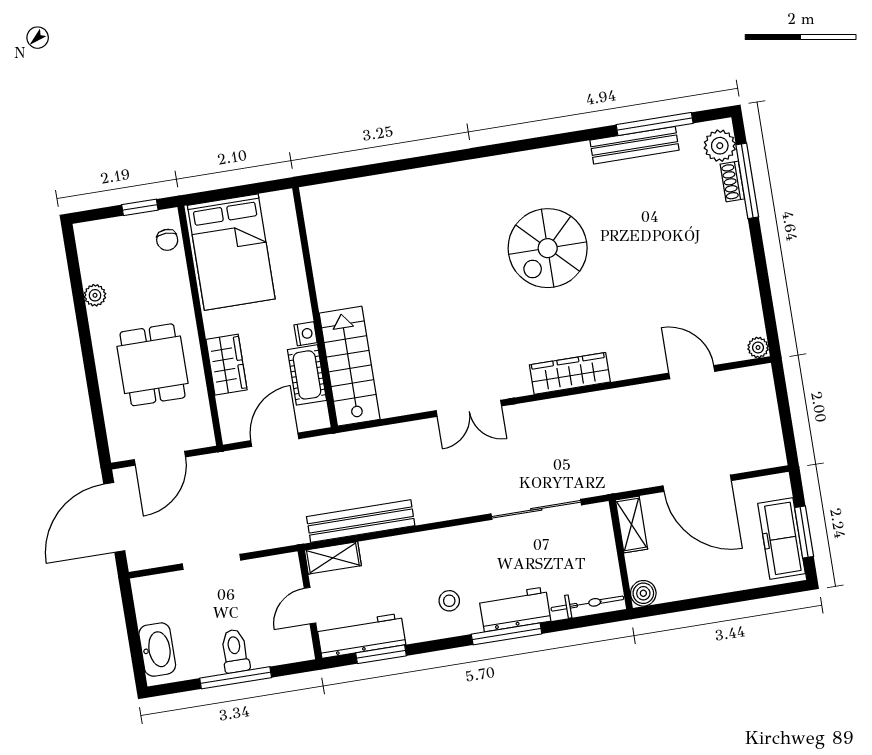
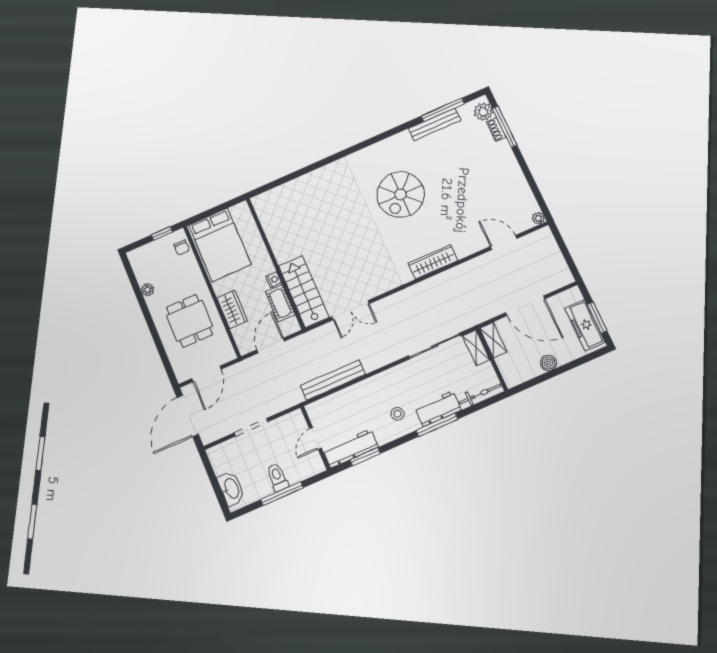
double door: (469, 408) -> (350, 310), moved
shelving: (333, 558) -> (476, 348), moved, turned 90
boiler: (643, 593) -> (548, 363), moved

